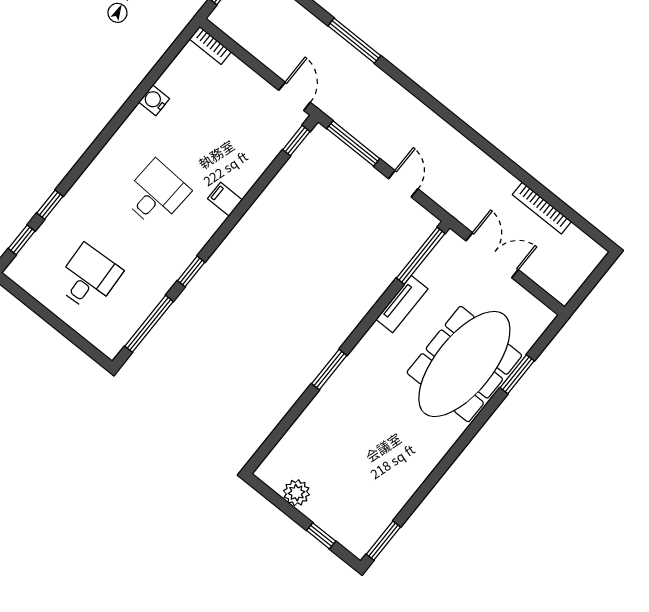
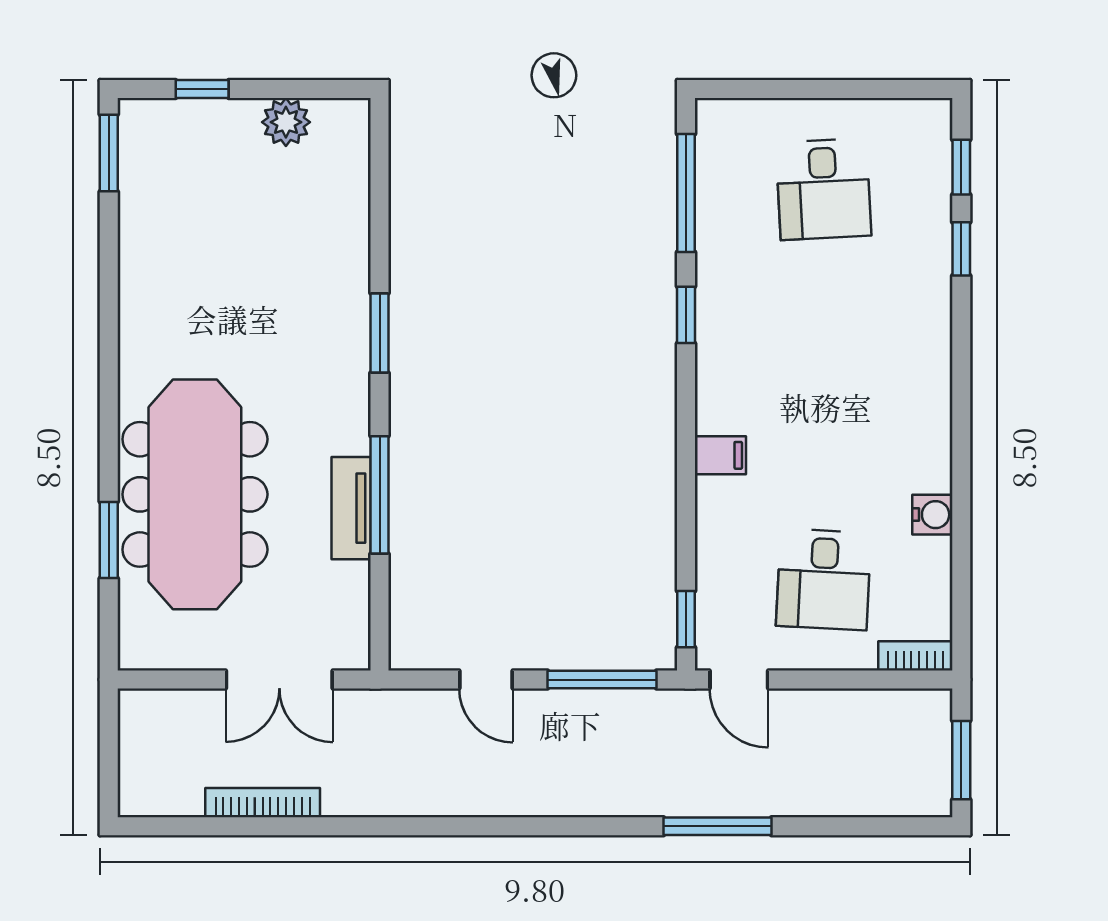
desk: (156, 194) -> (824, 580), moved
window: (421, 256) -> (380, 495), moved

